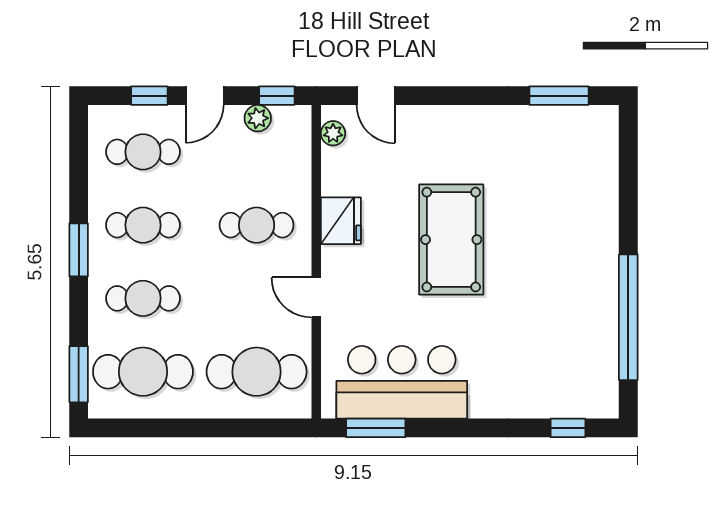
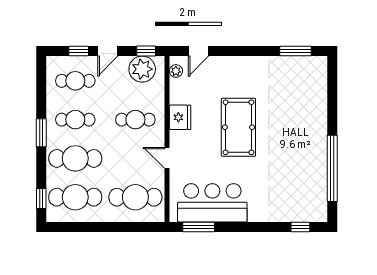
door: (376, 96) -> (199, 51), hinge flipped
plant: (258, 118) -> (142, 69), width x1.87, depth x1.87
cafe table: (143, 298) -> (75, 158), width x1.37, depth x1.35
window: (79, 374) -> (41, 199), width x0.67

